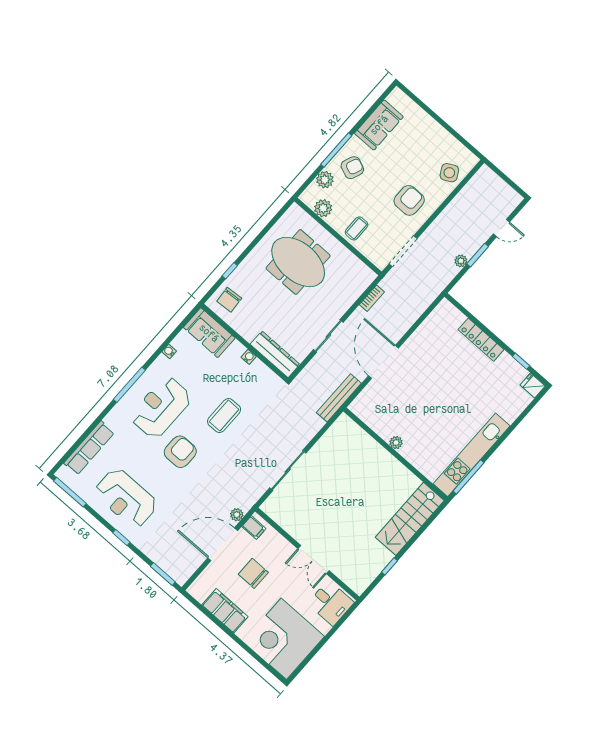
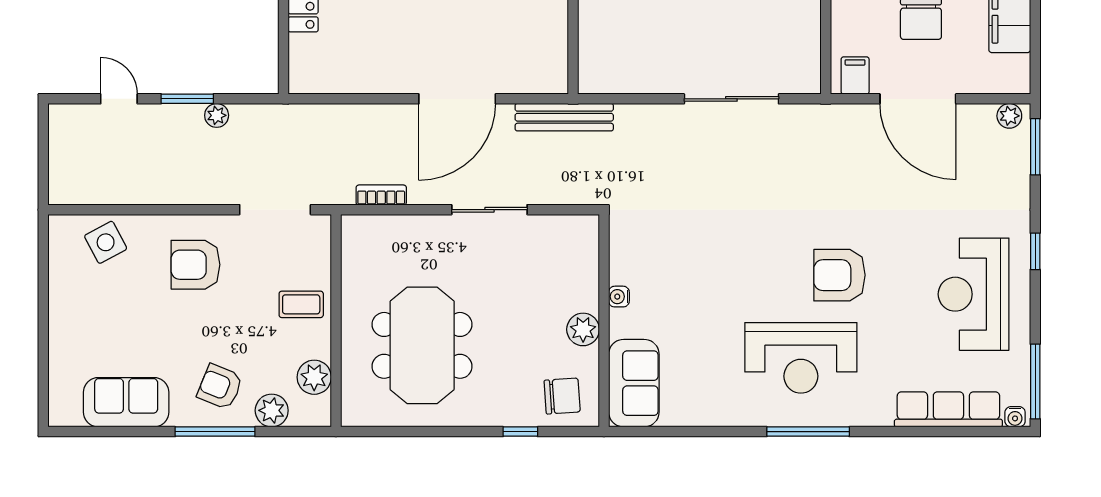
plant: (248, 331) -> (583, 329), added
water cooler: (169, 351) -> (1015, 417), moved
dresser: (275, 354) -> (582, 263), removed
coffee table: (224, 415) -> (733, 258), removed
reception desk: (126, 498) -> (974, 294), turned 180
plant: (237, 515) -> (1009, 116), moved

